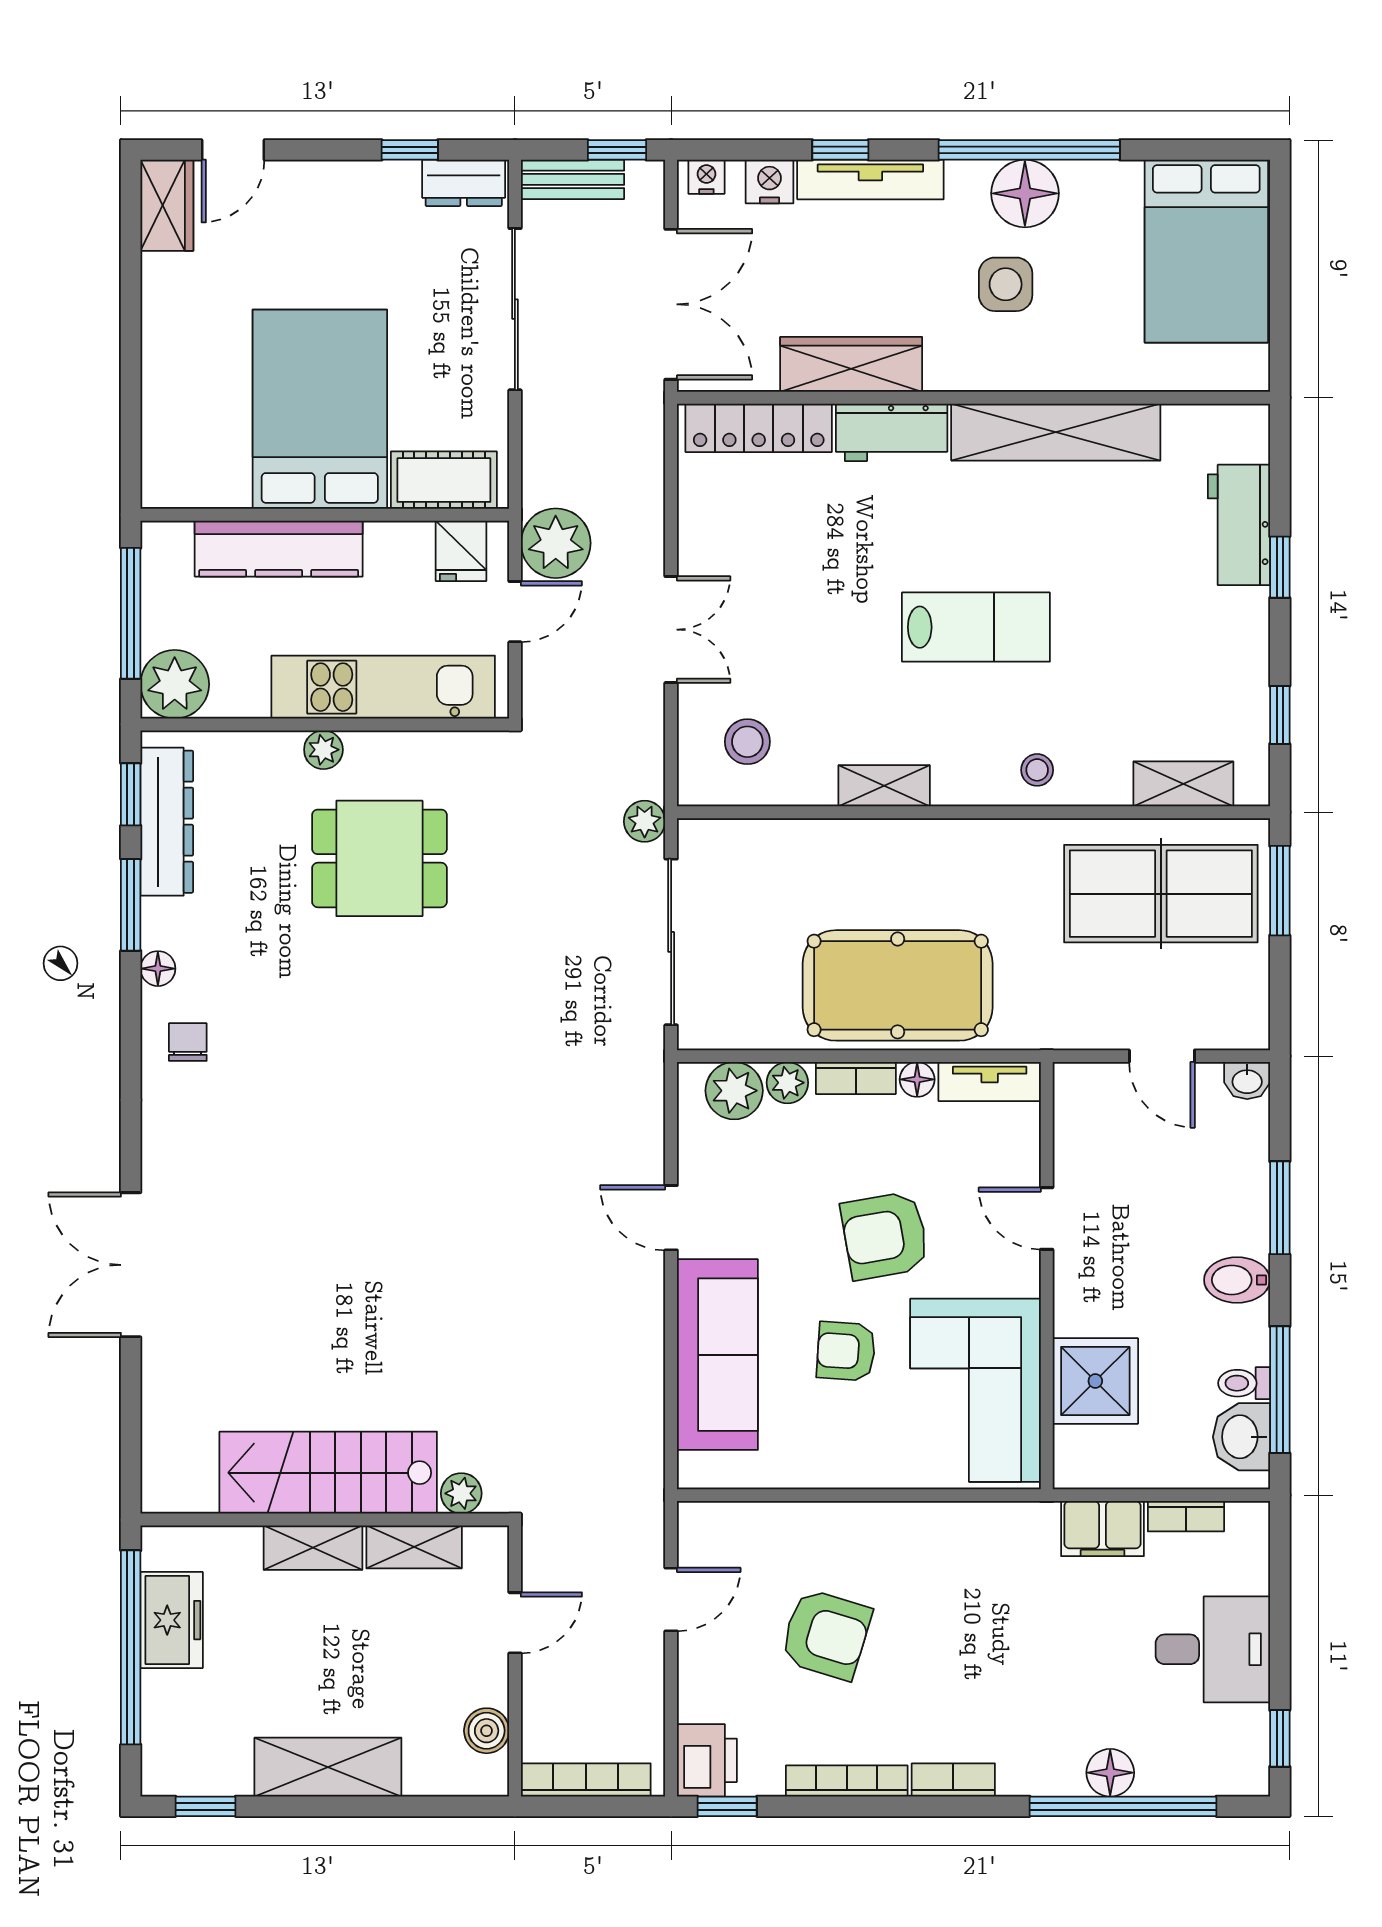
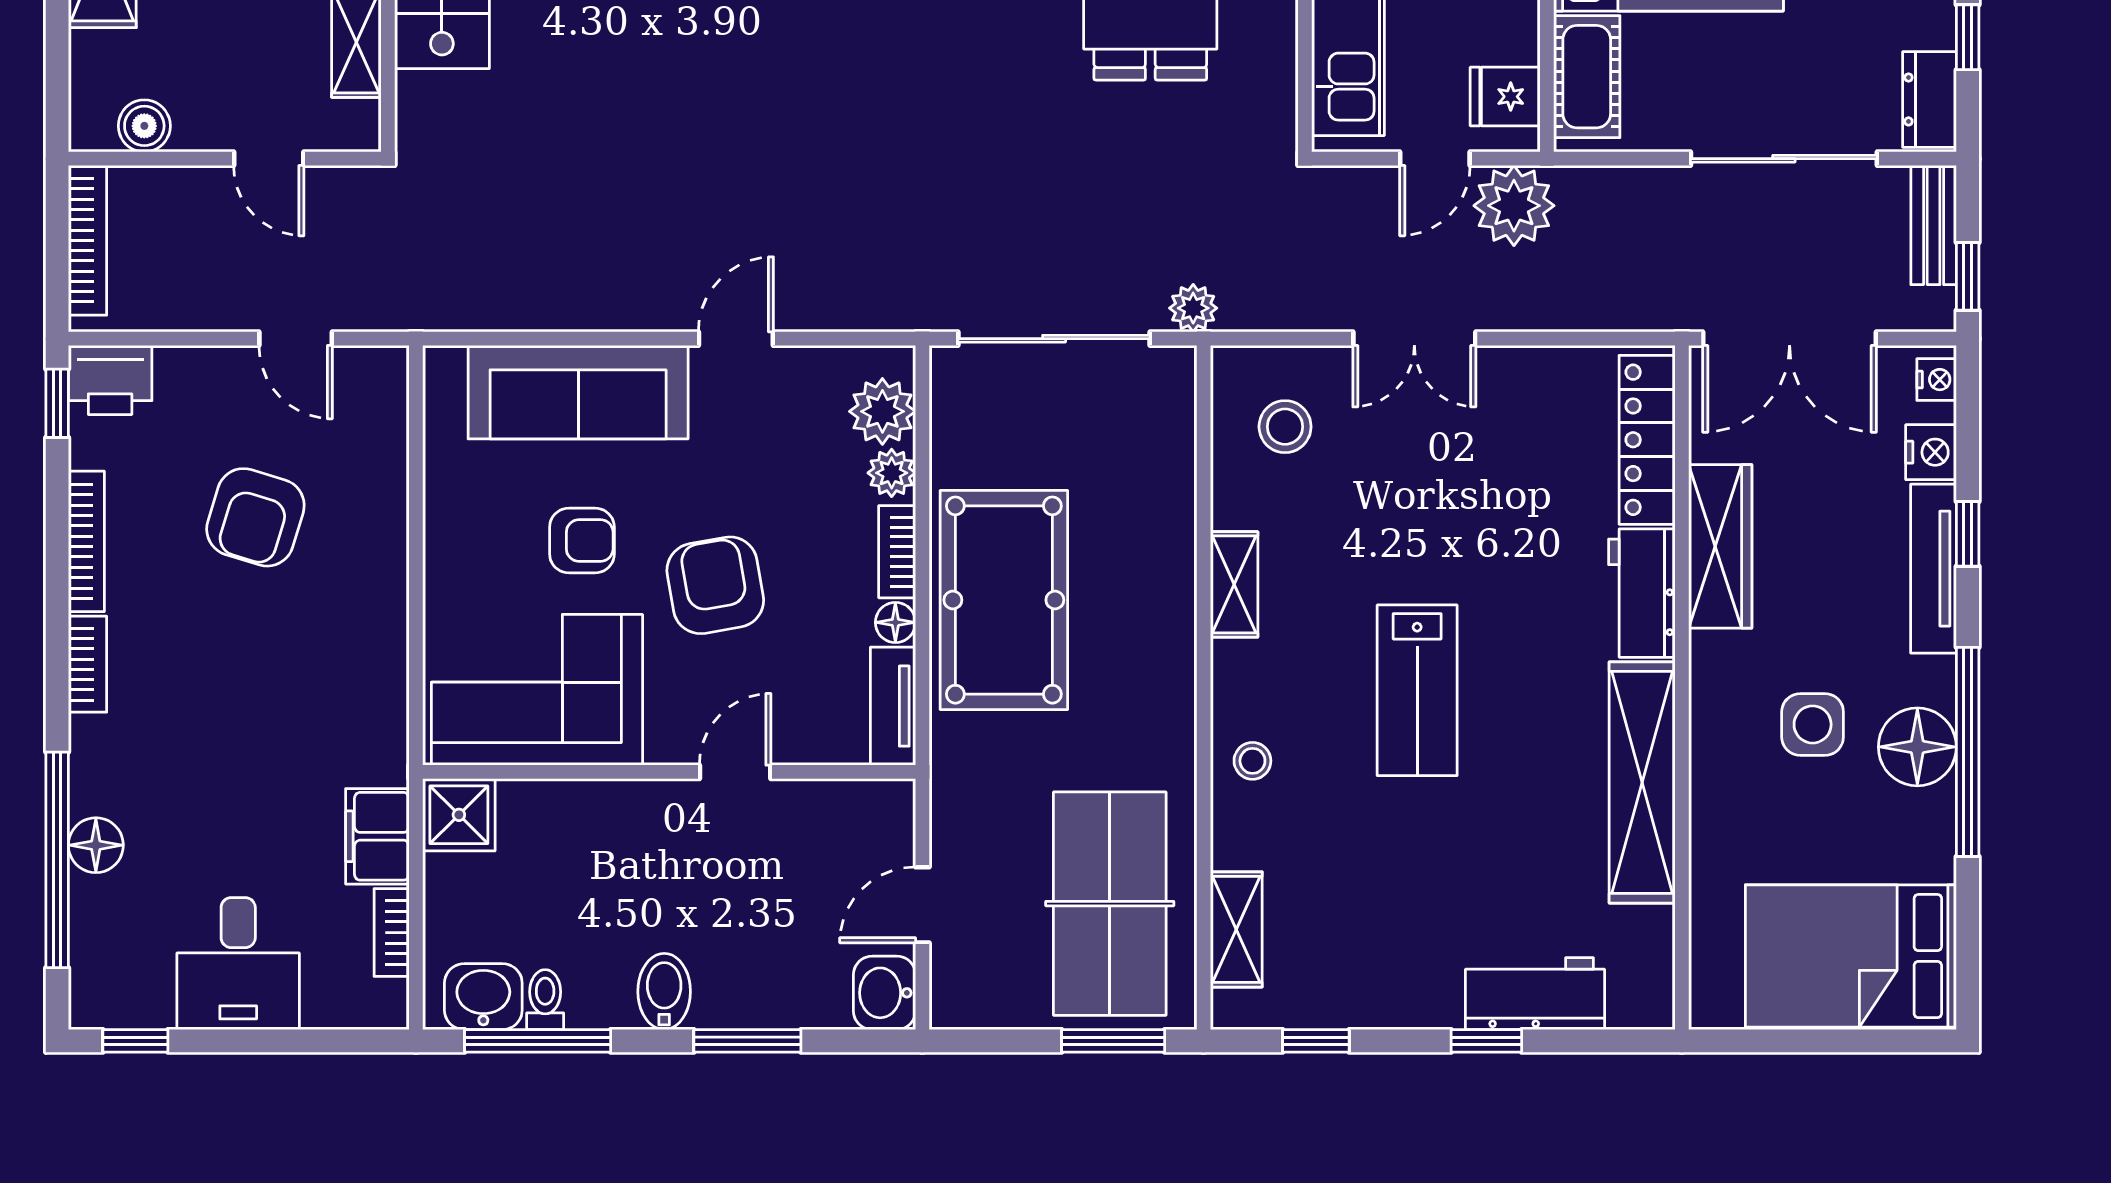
door: (515, 612) -> (1435, 159), hinge flipped
washbasin: (1247, 1081) -> (885, 993), width x1.38, depth x1.45
armchair: (846, 1351) -> (582, 541), turned 86
shower: (1095, 1381) -> (459, 815), moved, width x0.73, depth x0.73
plant: (461, 1493) -> (418, 97), removed

